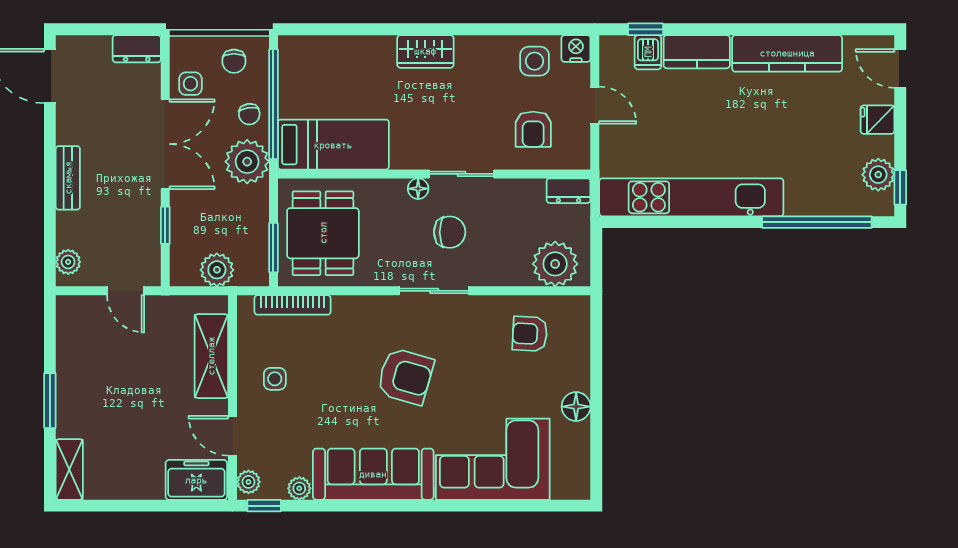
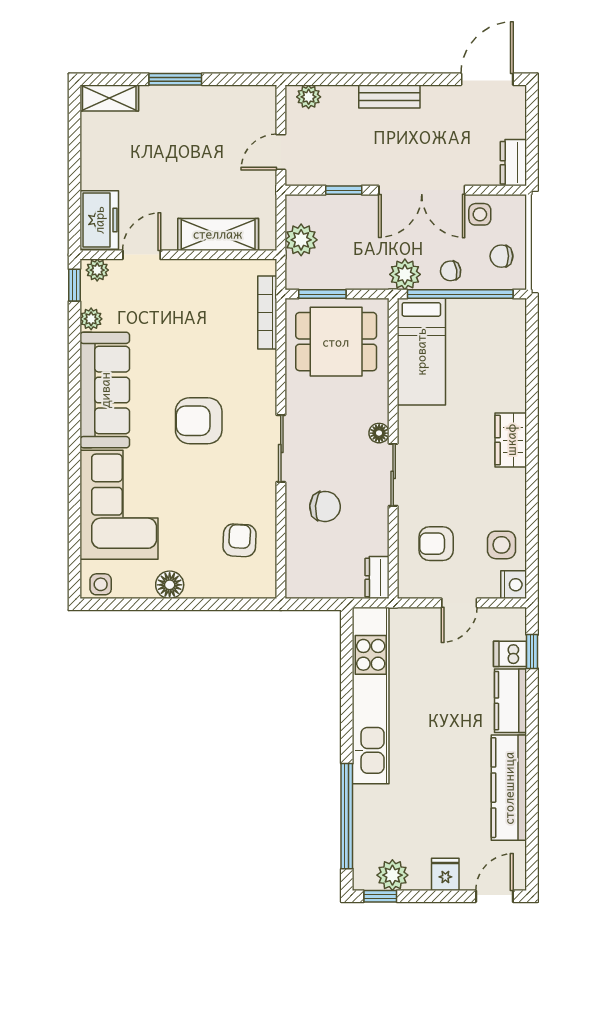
plant: (247, 162) -> (405, 274), width x0.73, depth x0.73
chair: (450, 232) -> (325, 506), moved, turned -86
plant: (555, 264) -> (307, 565), removed
armchair: (405, 376) -> (199, 421), turned 74
side table: (275, 379) -> (101, 584), moved

